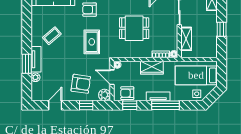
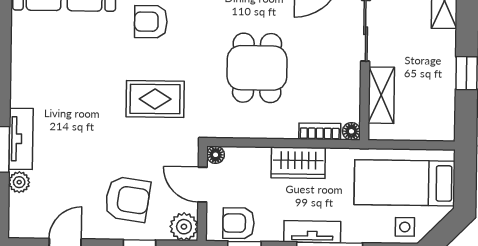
dining table: (134, 28) -> (257, 68), turned 90
coffee table: (52, 36) -> (60, 83), removed
rug: (92, 42) -> (155, 99), turned 90

